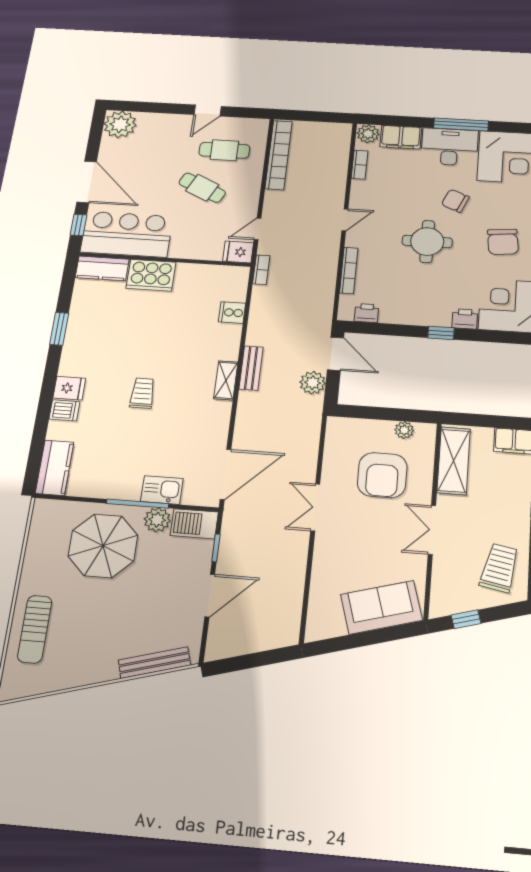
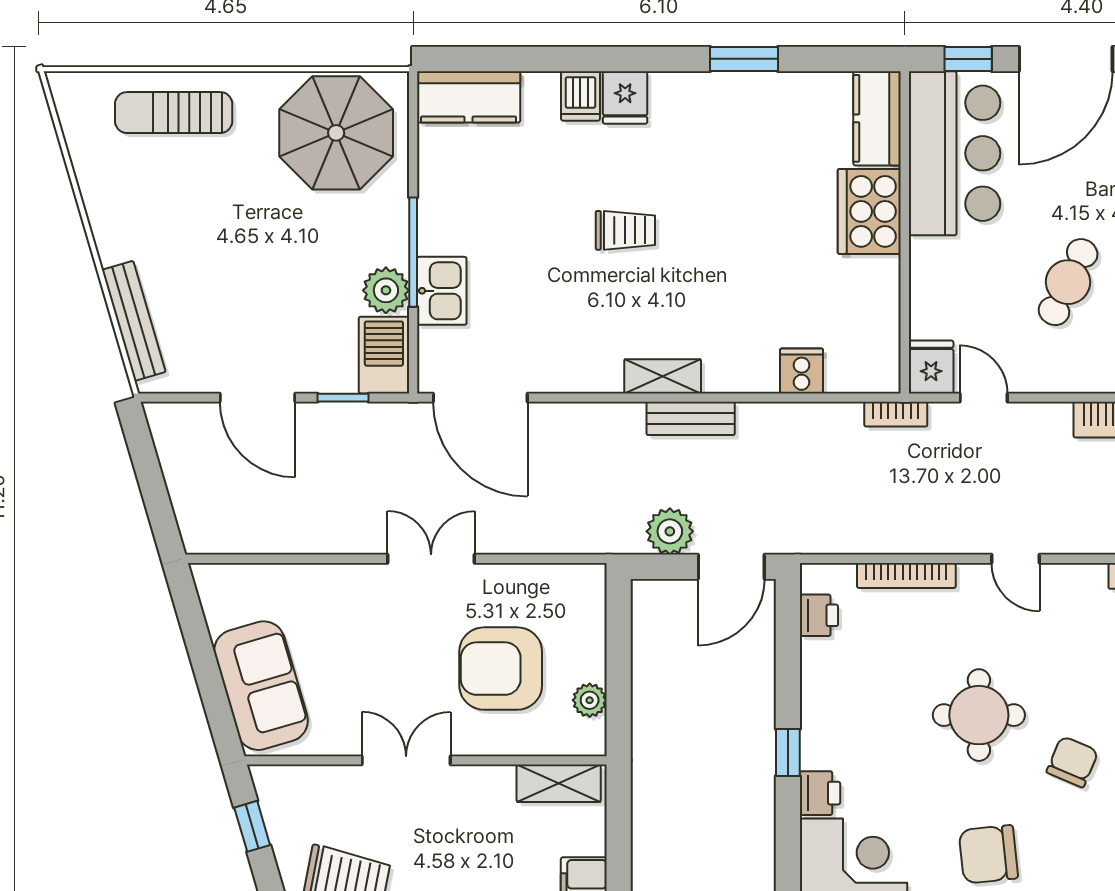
shelving: (454, 461) -> (559, 783), width x0.67, depth x0.75
parasol: (103, 546) -> (336, 133), moved

